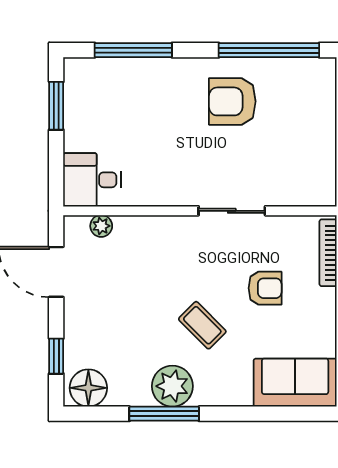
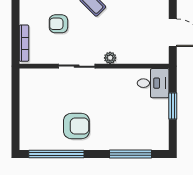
window: (56, 106) -> (173, 106), moved
plant: (101, 226) -> (110, 58), moved

